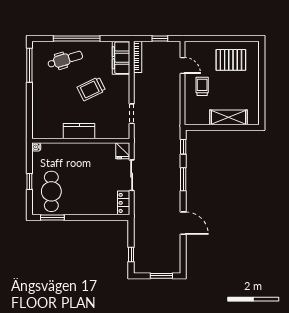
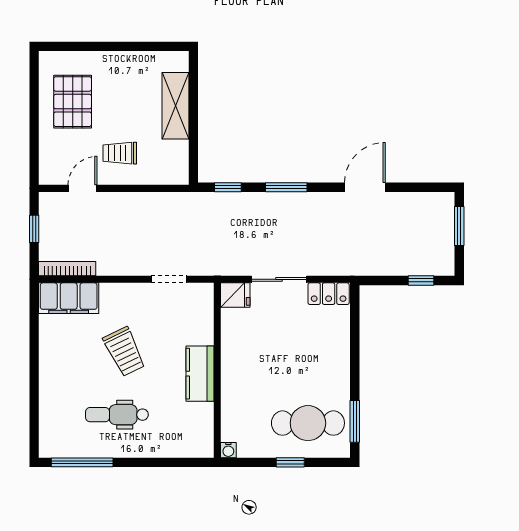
window: (77, 38) -> (34, 378), removed
dental chair: (65, 60) -> (117, 415), moved, turned -73

